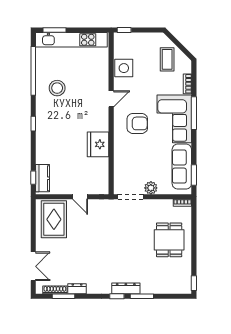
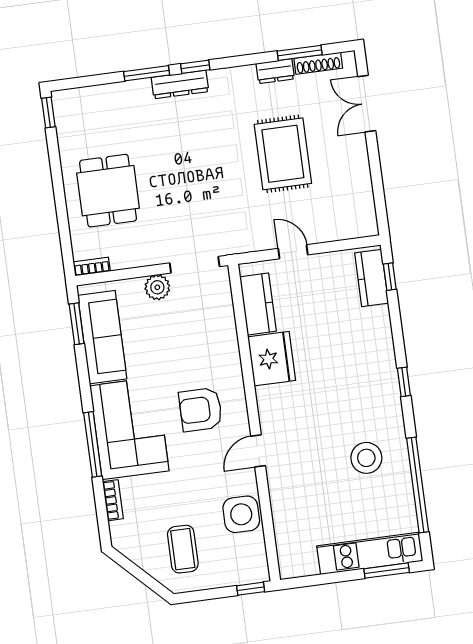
kitchen unit: (71, 40) -> (370, 553), width x0.73
coffee table: (167, 59) -> (183, 549), moved
kitchen counter: (101, 173) -> (258, 304), added
rug: (54, 219) -> (283, 154), moved

